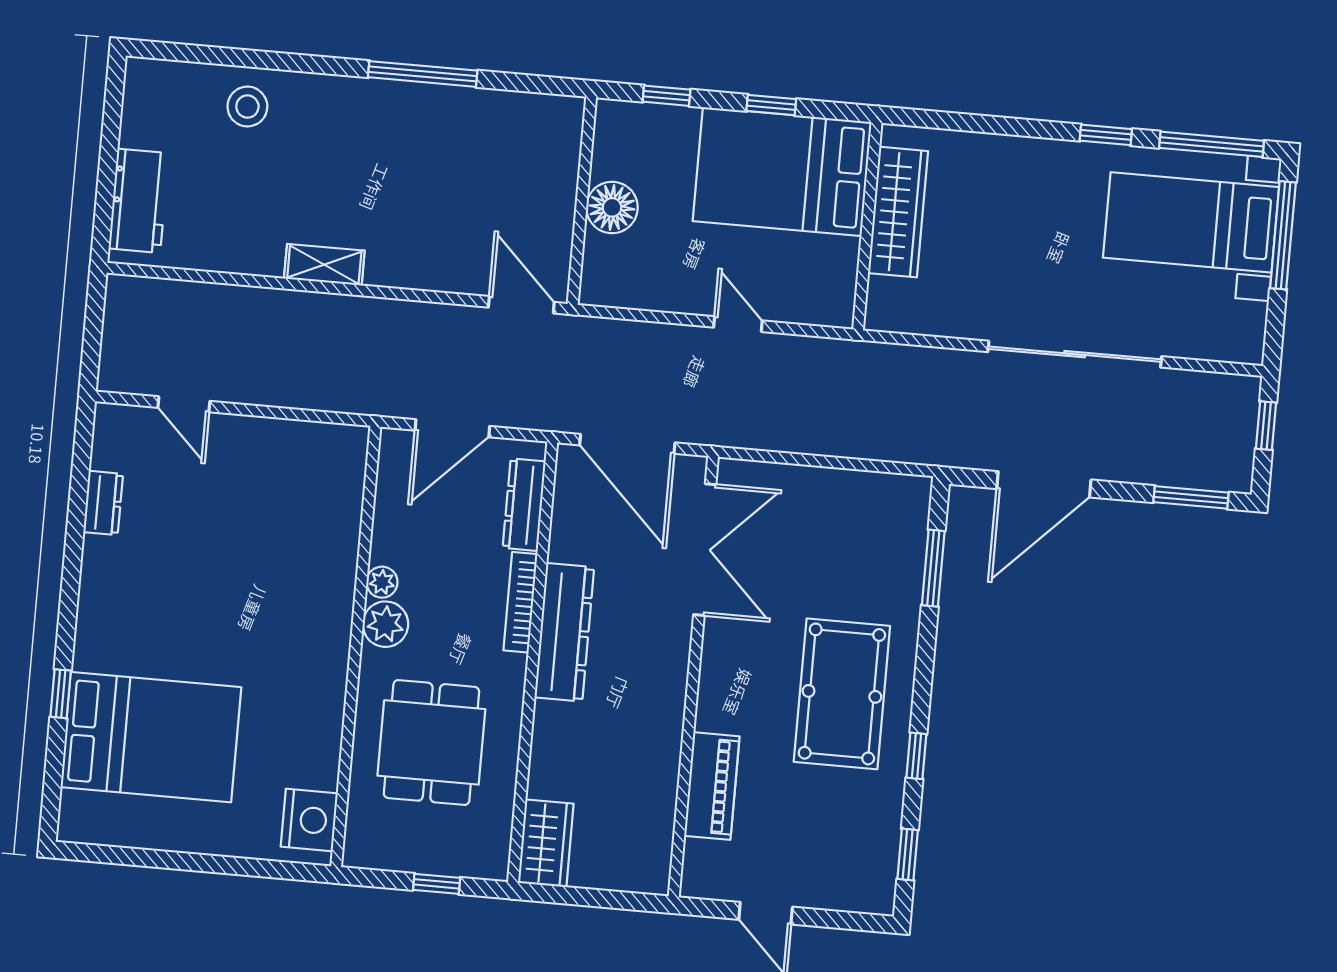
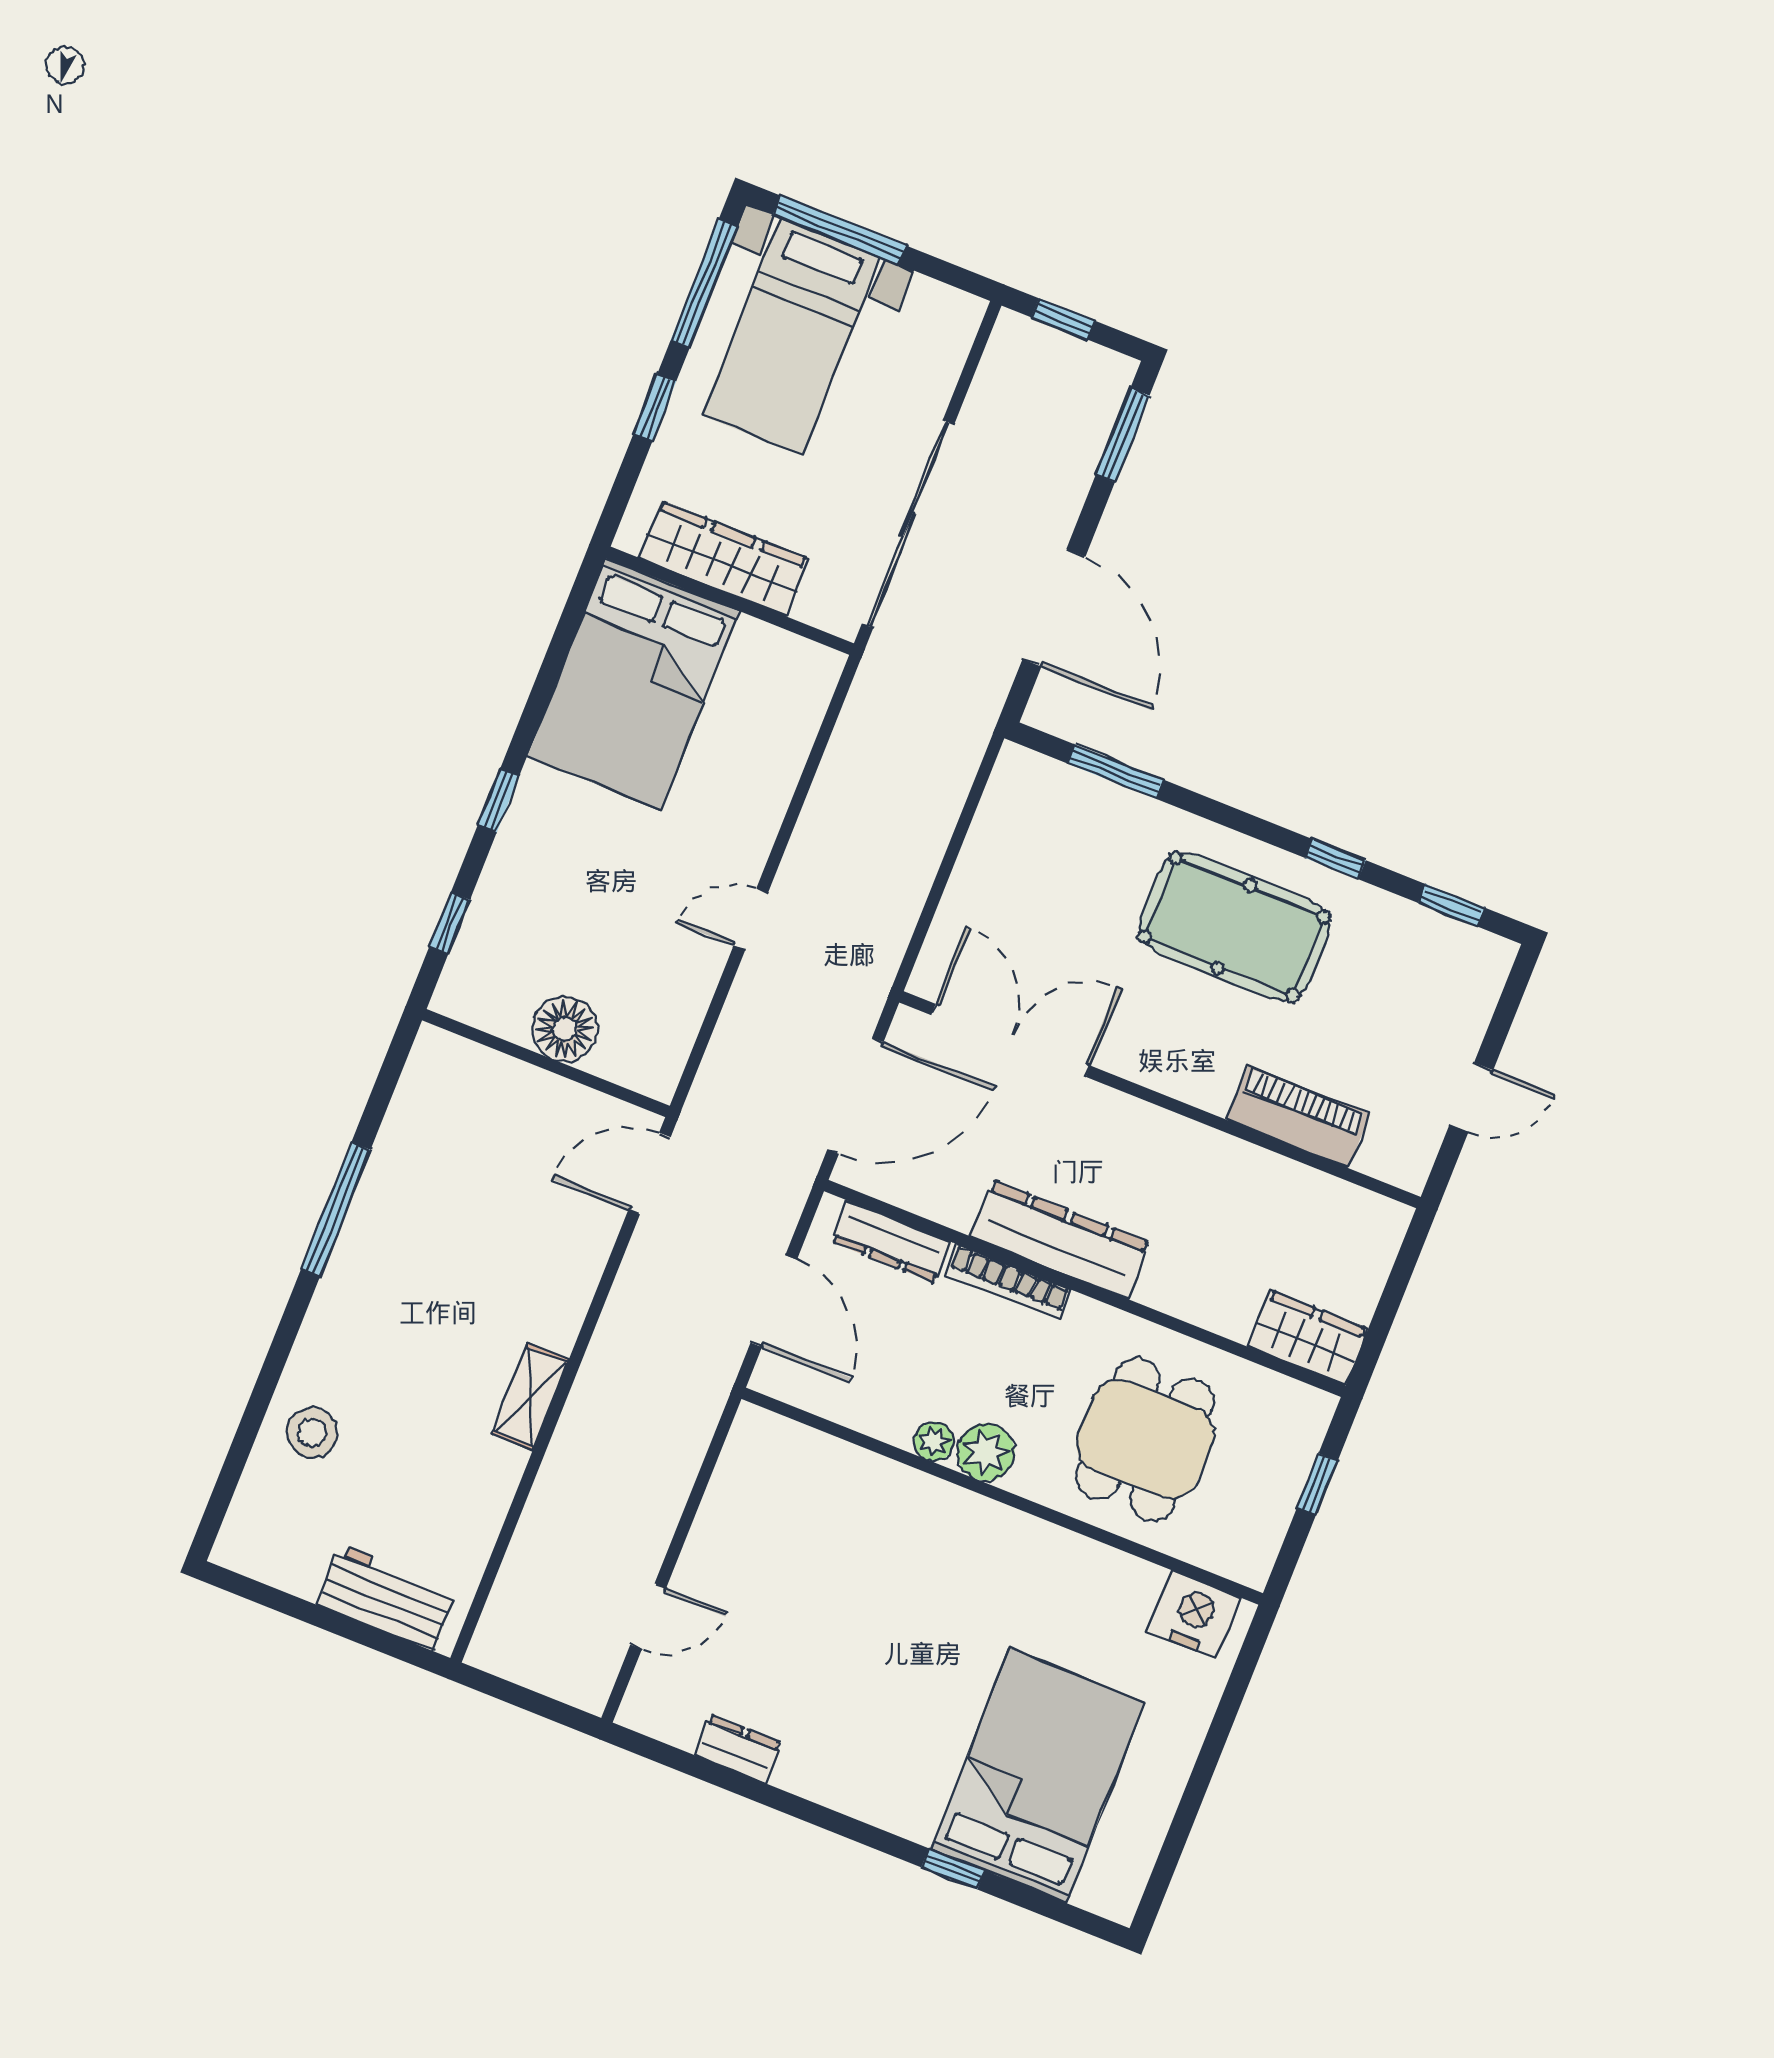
bed: (782, 172) -> (633, 684), moved
wardrobe: (898, 212) -> (724, 558), moved
wall: (867, 226) -> (730, 601), moved
dining table: (431, 742) -> (1145, 1439), turned 90

